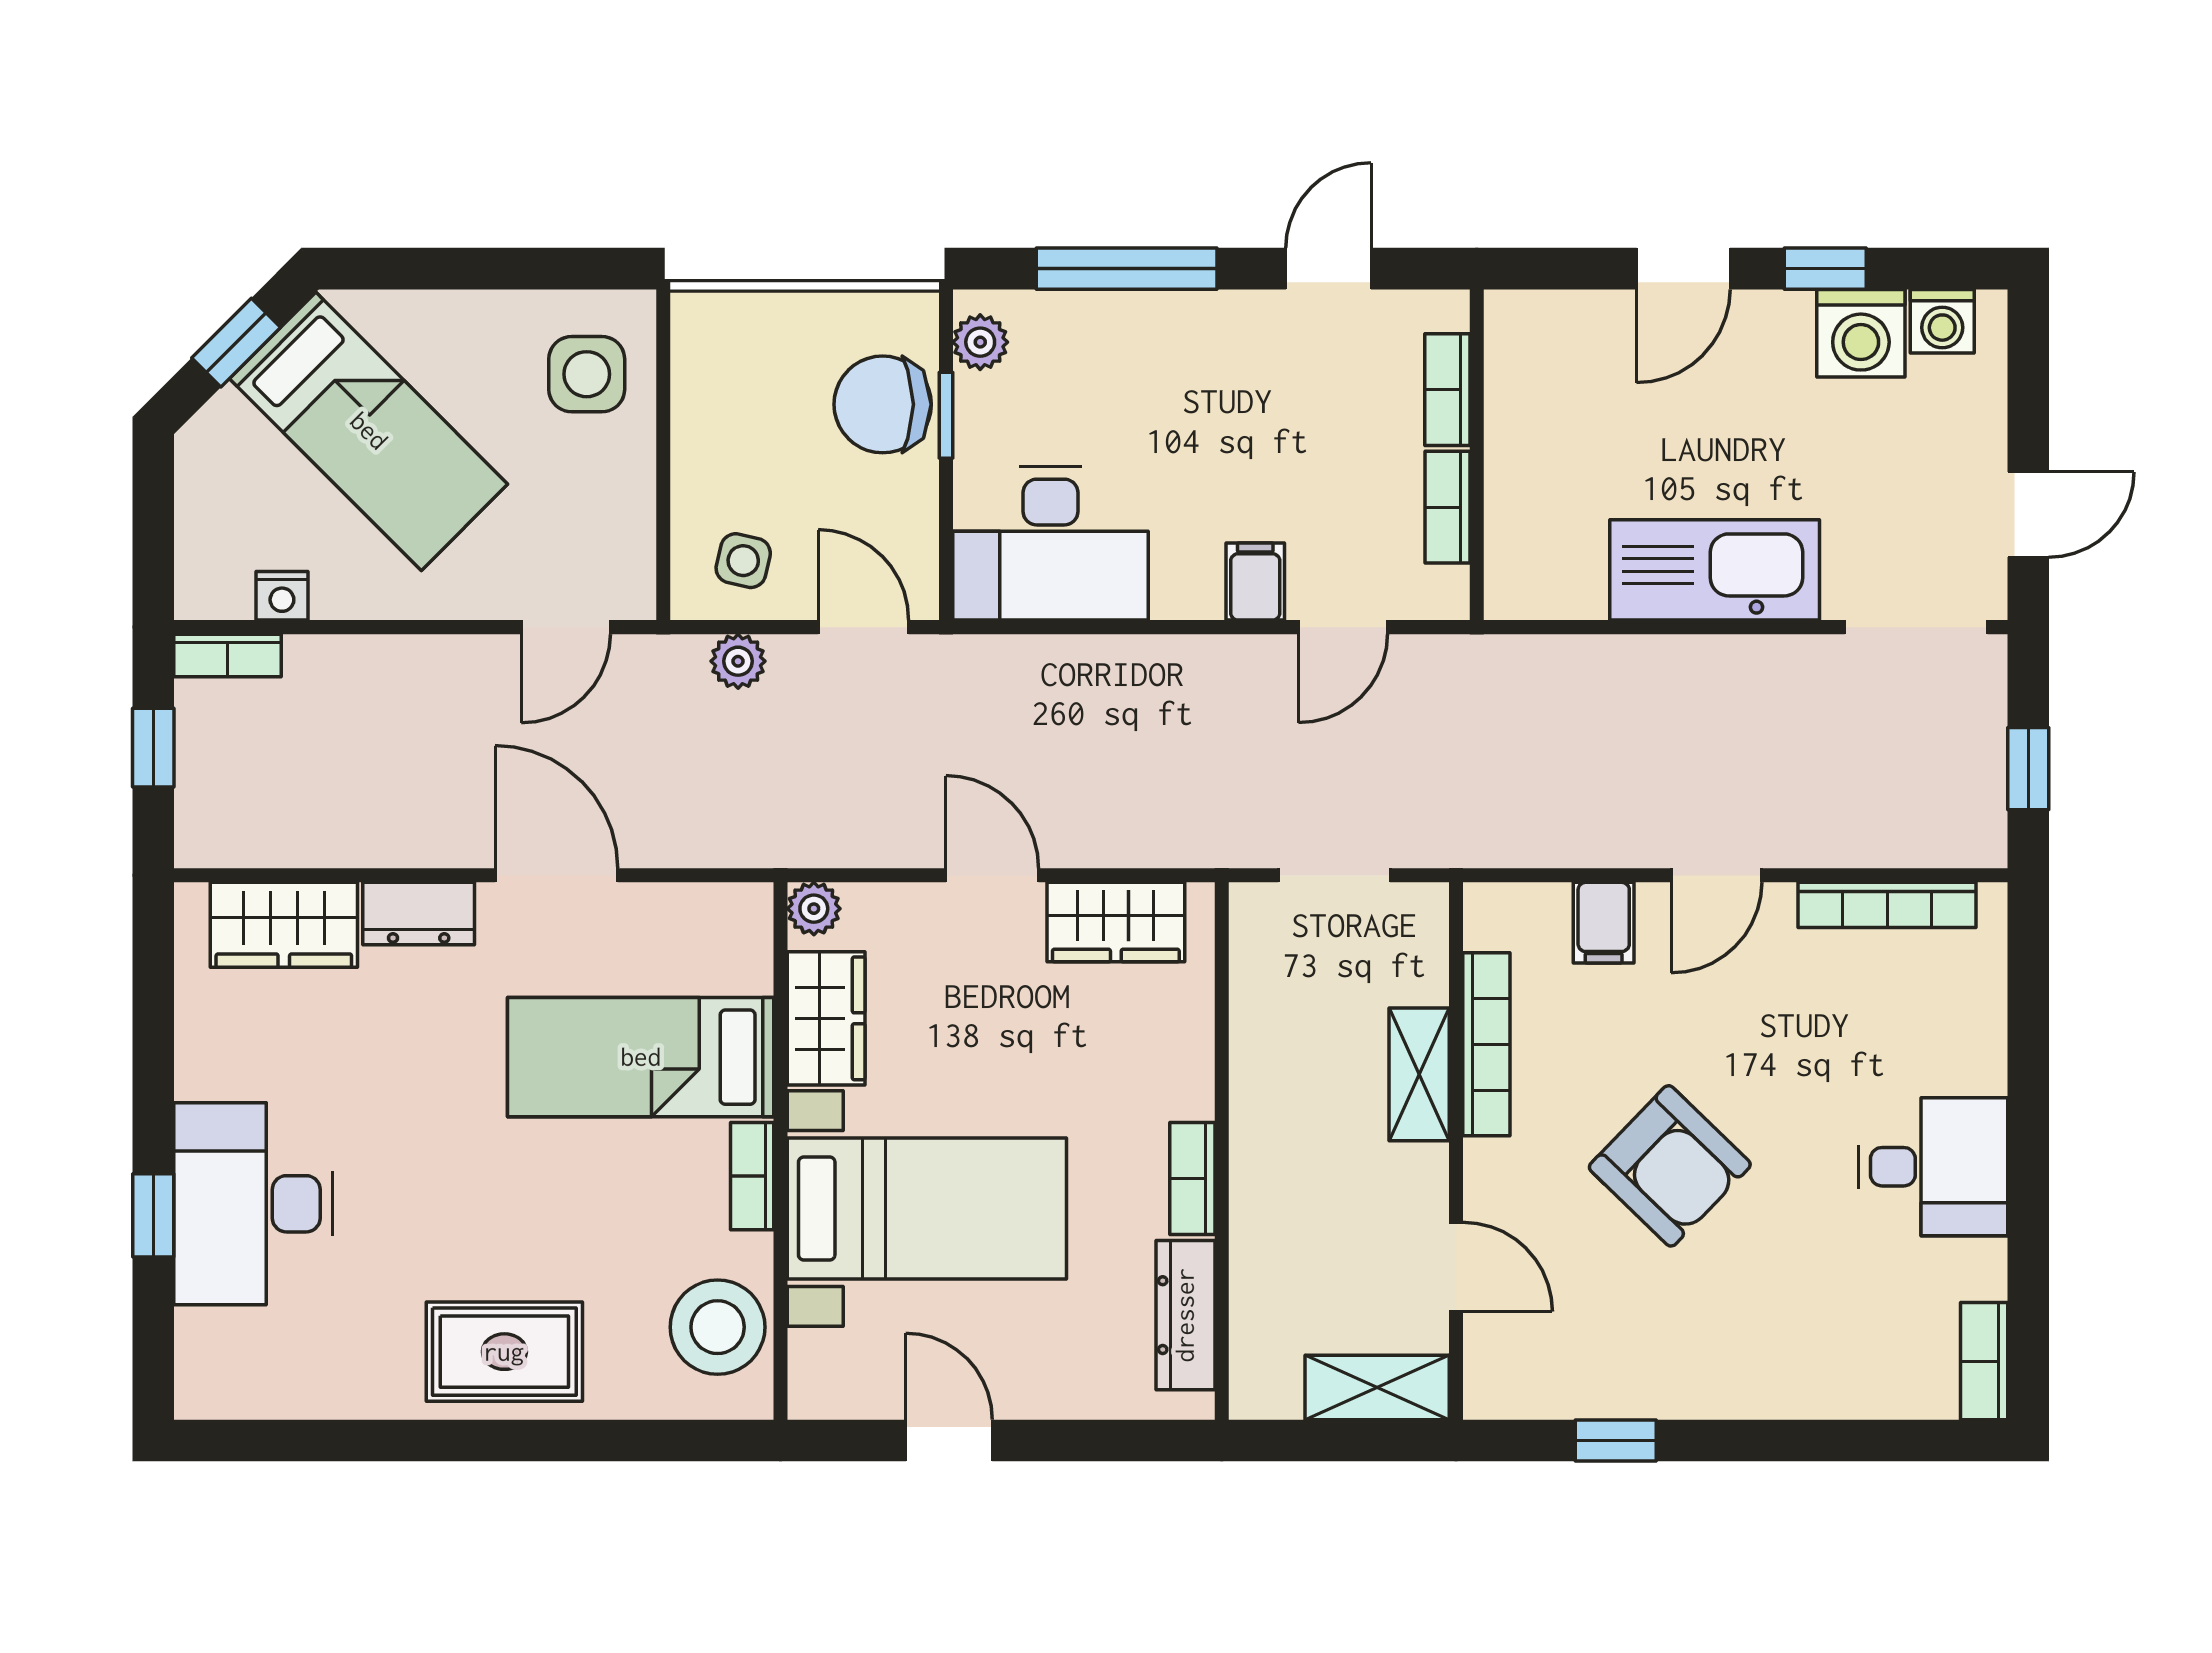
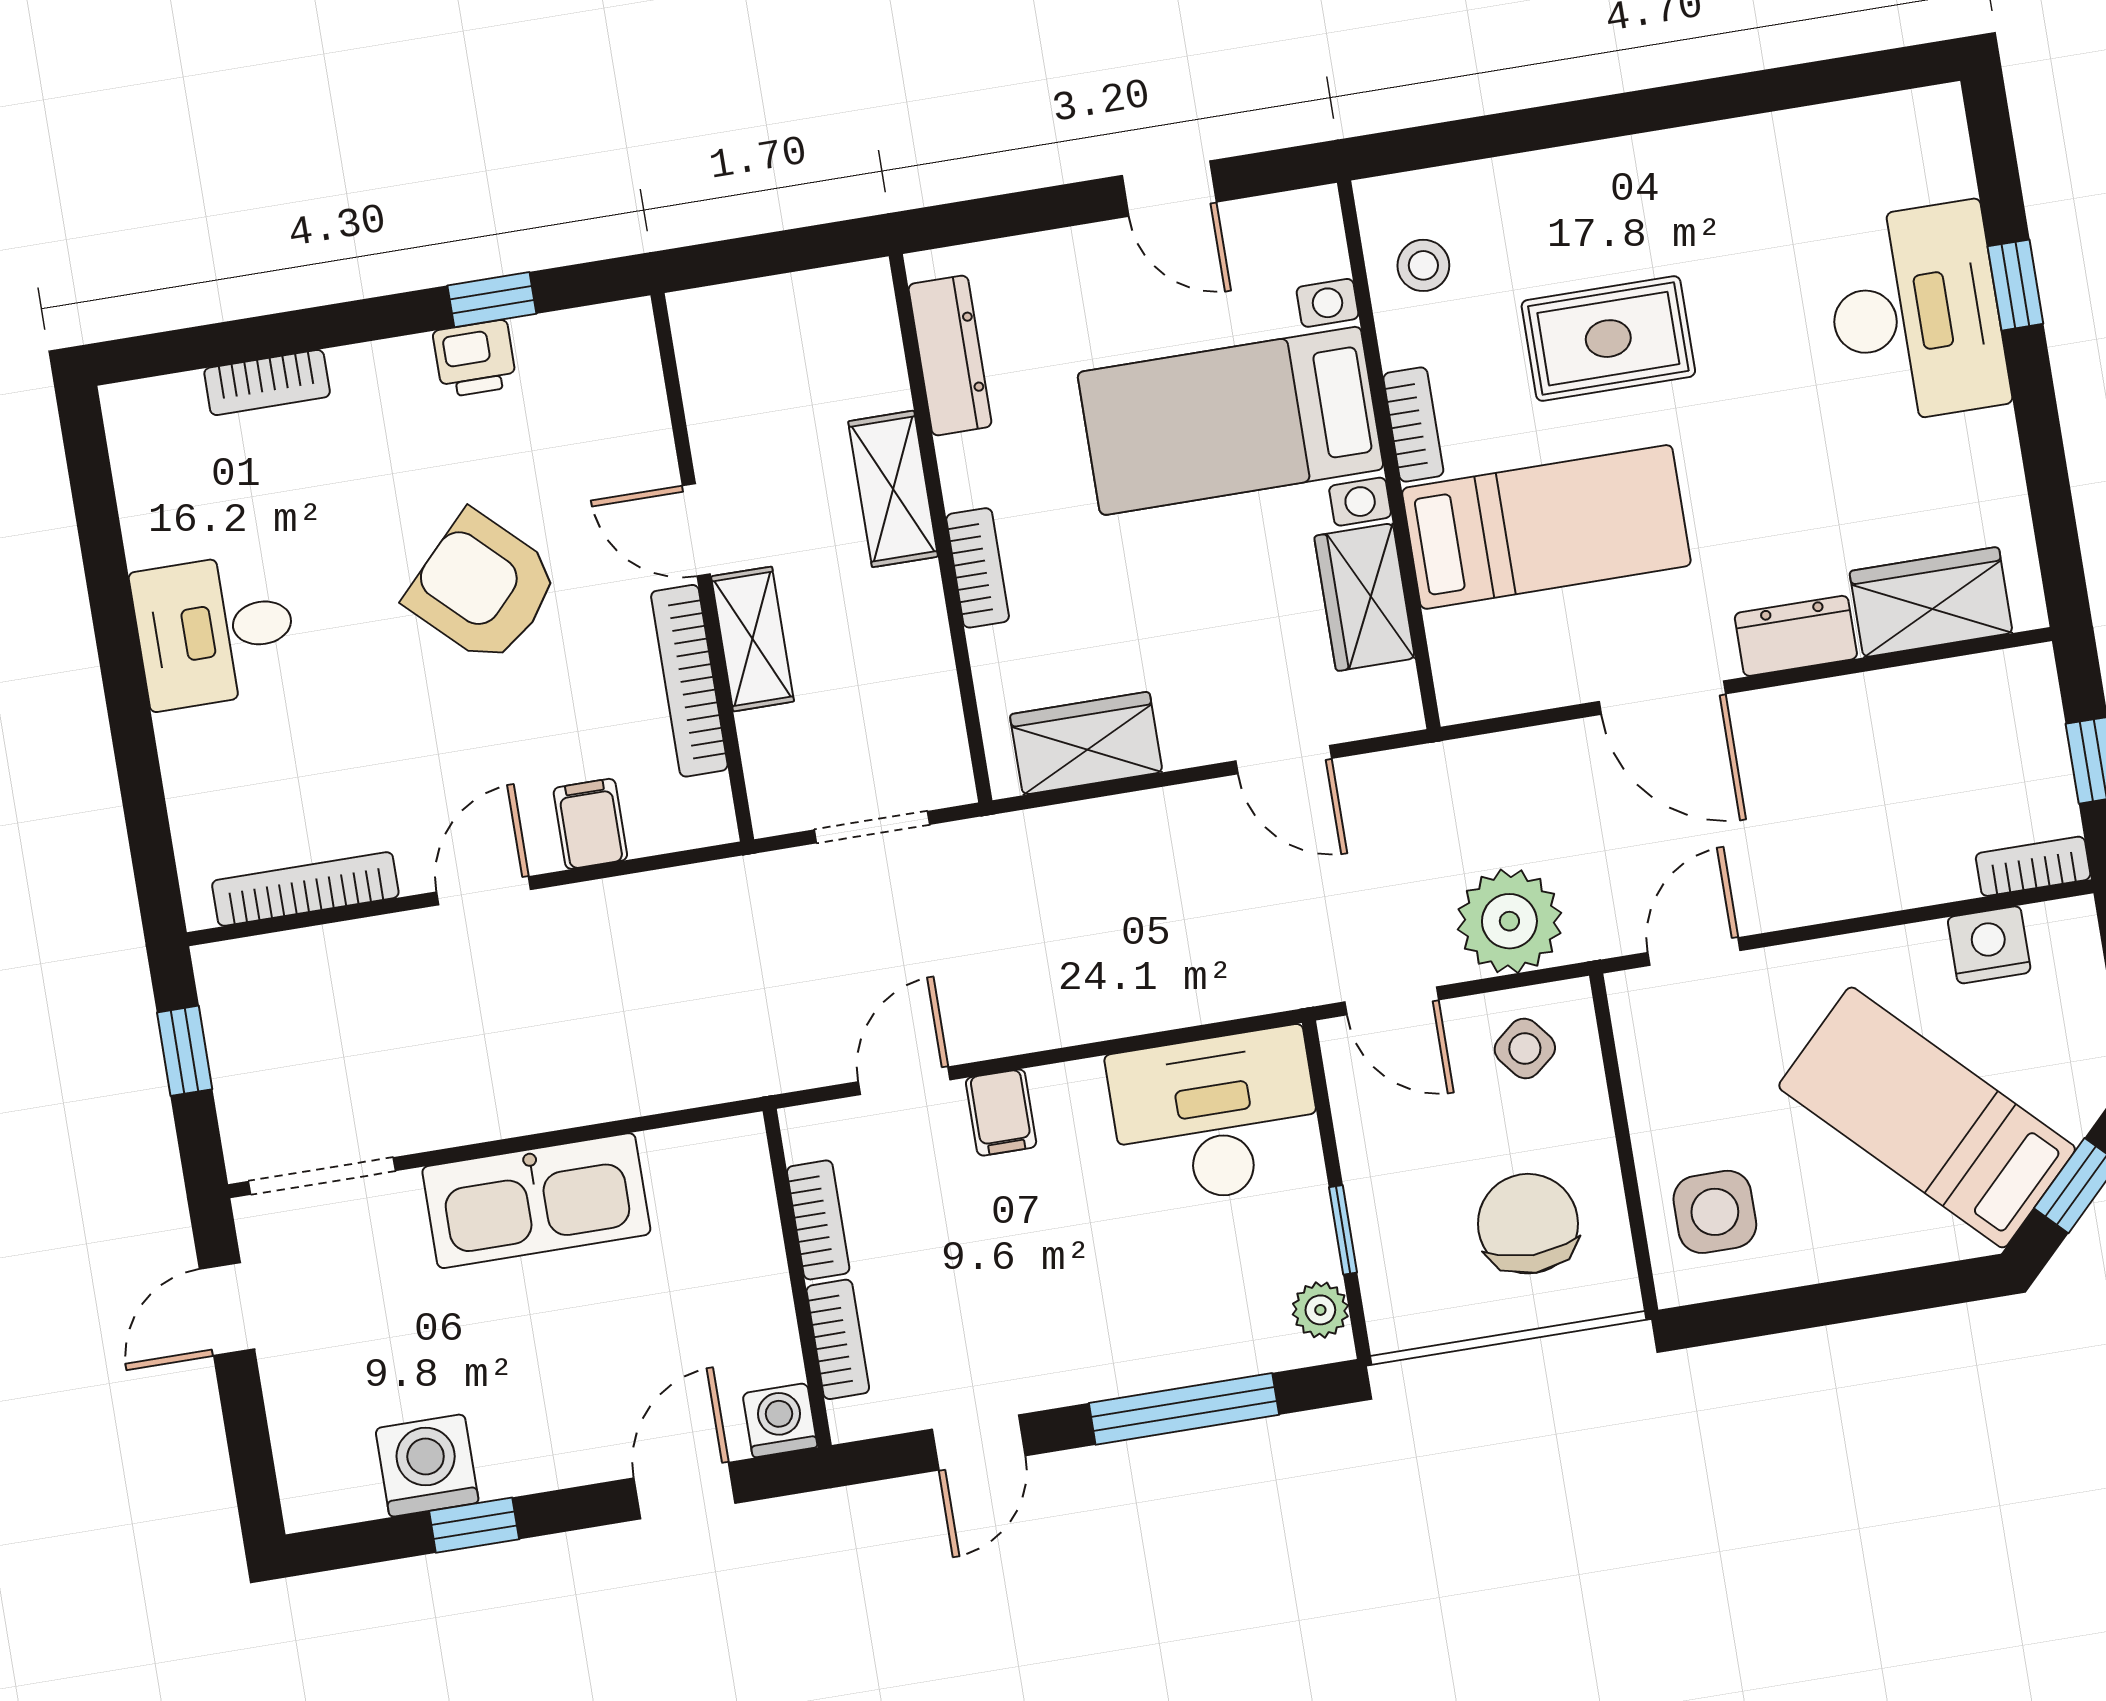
door: (1683, 269) -> (685, 1491), moved
washing machine: (1942, 321) -> (780, 1420), moved
chair: (883, 404) -> (1528, 1224), moved, turned -90
side table: (743, 561) -> (1525, 1048), turned 38
nightstand: (282, 596) -> (1989, 945), width x1.39, depth x1.35
plant: (738, 661) -> (1509, 921), width x1.88, depth x1.88
door: (992, 875) -> (1284, 760), moved
plant: (814, 909) -> (1395, 707), removed
bookcase: (1192, 1179) -> (978, 568), moved
door: (1456, 1267) -> (696, 530), moved
stool: (718, 1327) -> (1423, 265), width x0.53, depth x0.53
rug: (504, 1352) -> (1608, 339), moved
bookcase: (1984, 1361) -> (267, 383), moved, turned 90
shelving: (1377, 1387) -> (893, 489), moved, turned 90
printer: (1641, 1387) -> (475, 359), added

